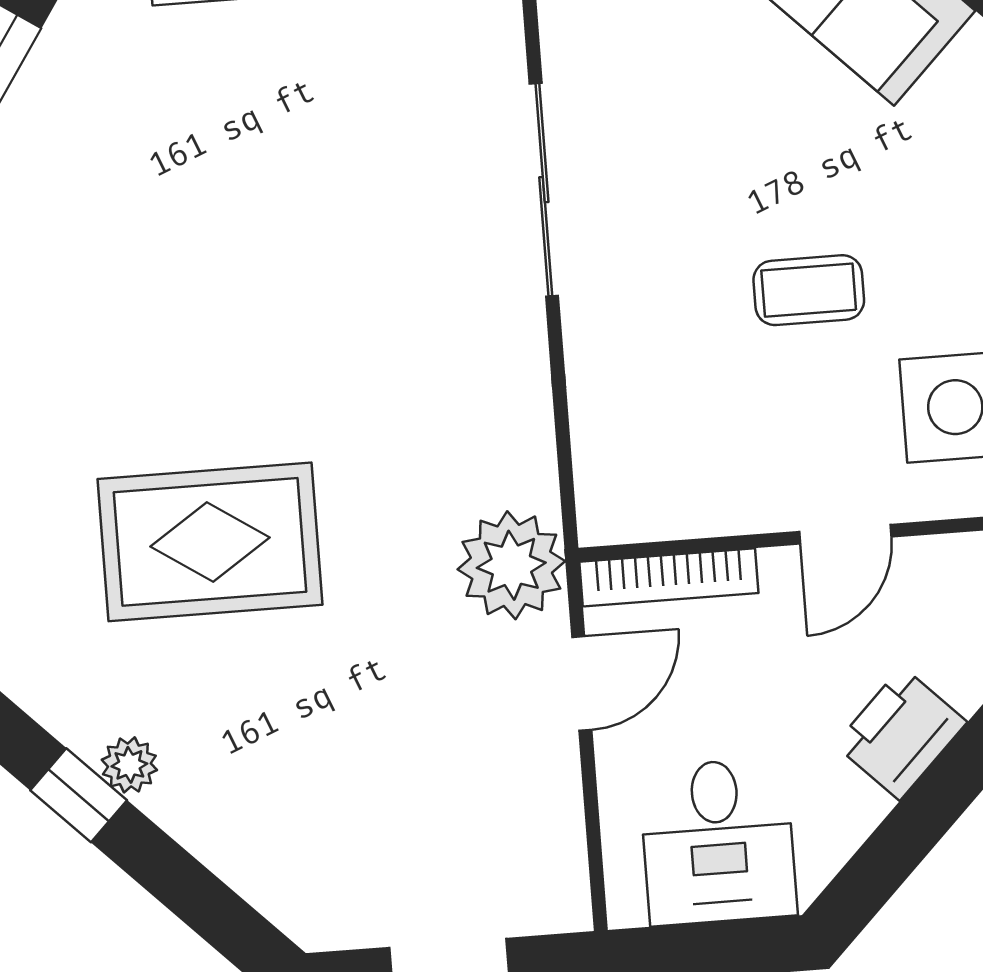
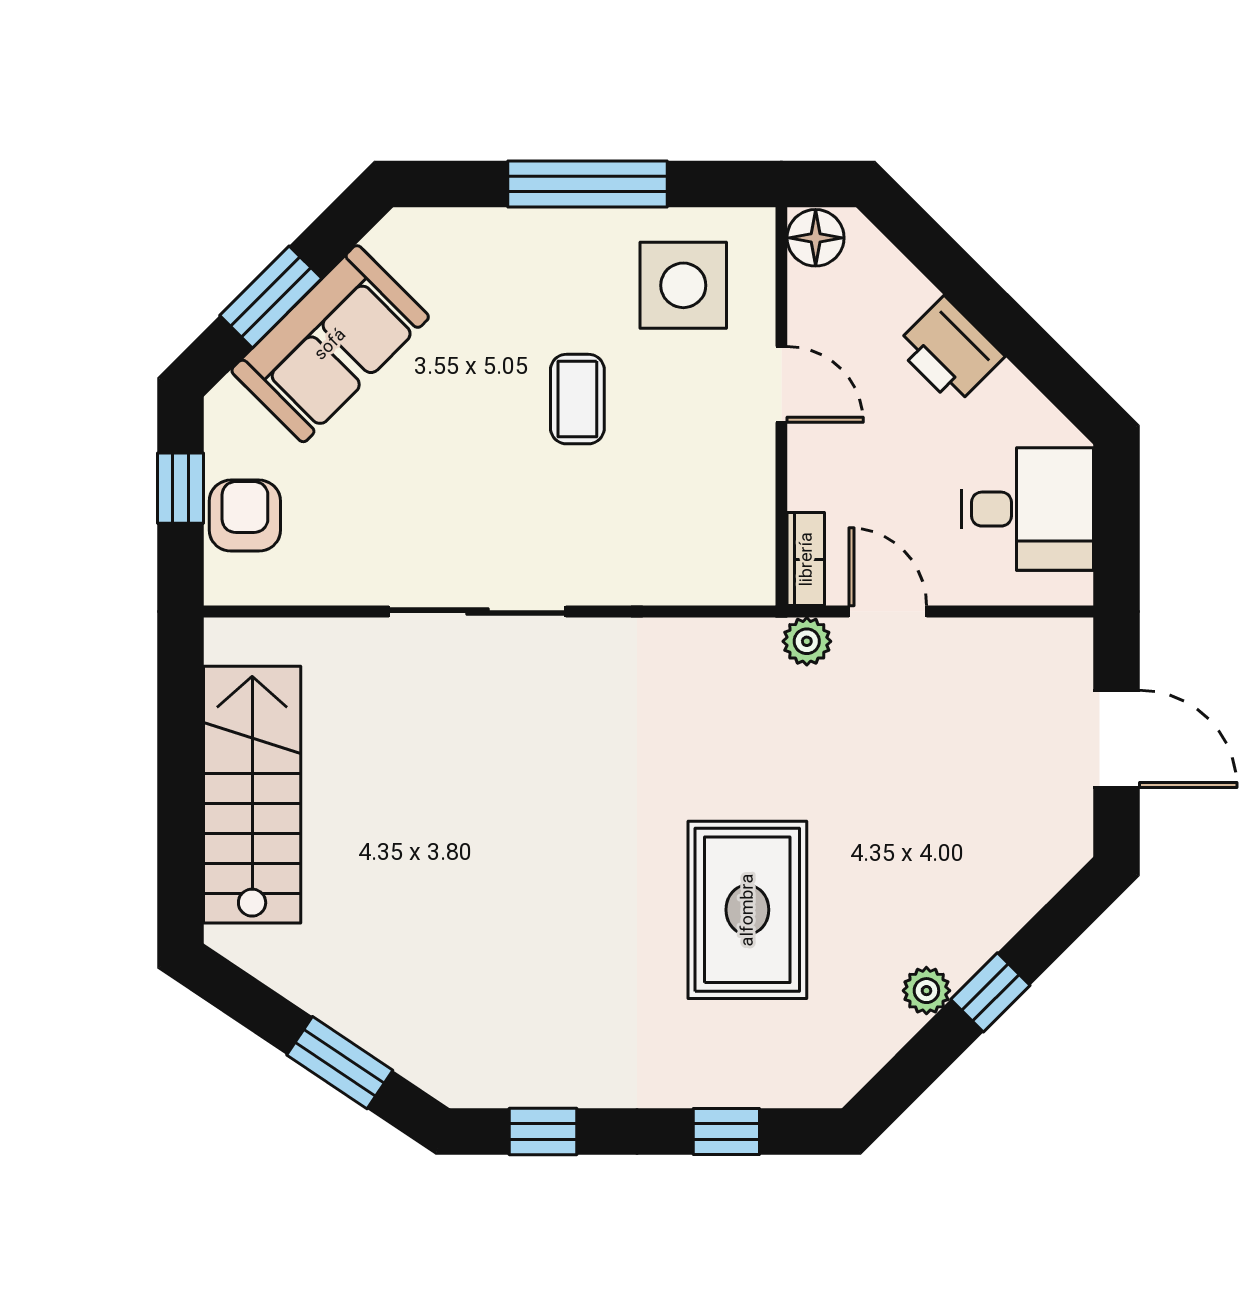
plant: (511, 565) -> (807, 641), width x0.53, depth x0.53
bookcase: (669, 577) -> (806, 559), width x0.64
window: (79, 795) -> (990, 992), moved

